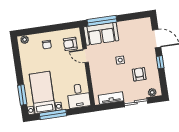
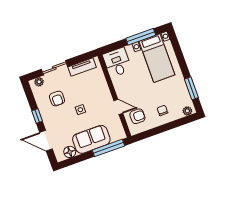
floor lamp: (137, 24) -> (70, 152), added
sofa: (101, 34) -> (91, 139), moved
window: (22, 95) -> (191, 88), moved

